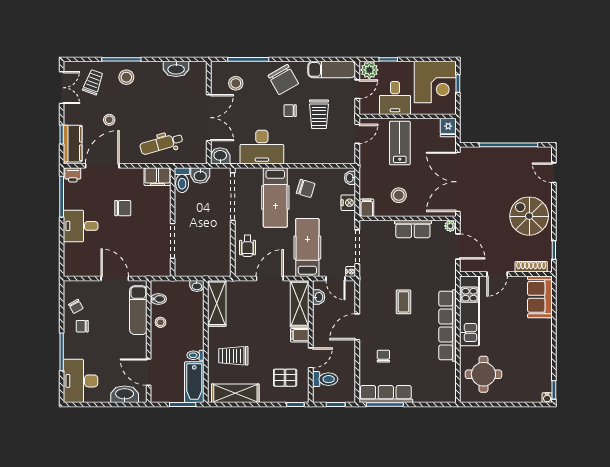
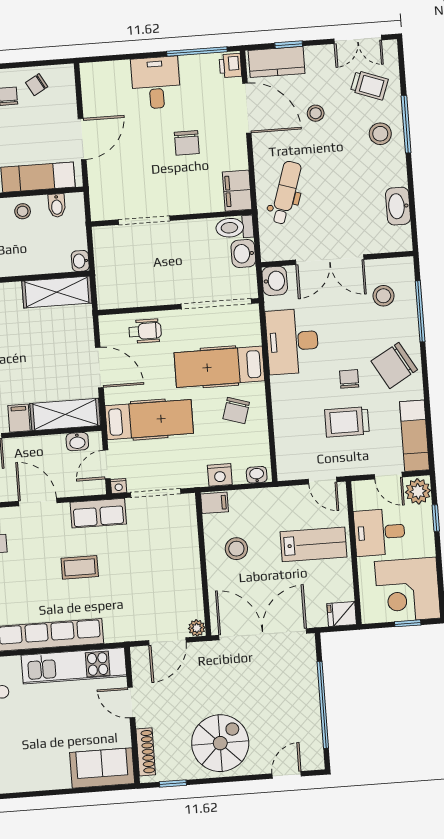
dental chair: (161, 144) -> (286, 193), turned 34
row of seats: (413, 229) -> (98, 513), moved, turned -90
wheelchair: (247, 246) -> (145, 331), turned 180

